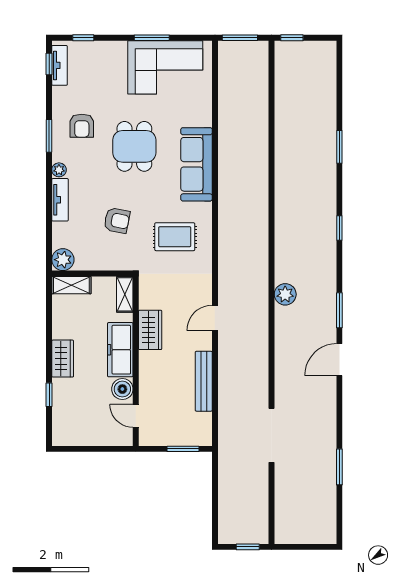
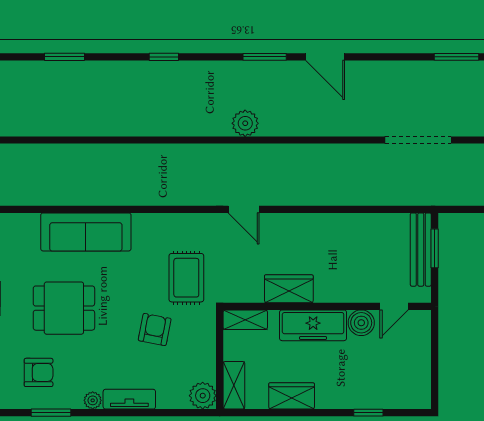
rug: (175, 237) -> (186, 278), moved
door: (215, 318) -> (244, 209), moved
wardrobe: (63, 359) -> (292, 396), moved
bench: (204, 381) -> (421, 250), moved, turned 90

